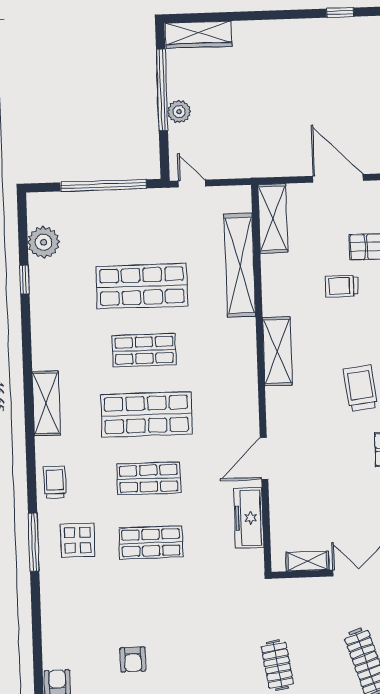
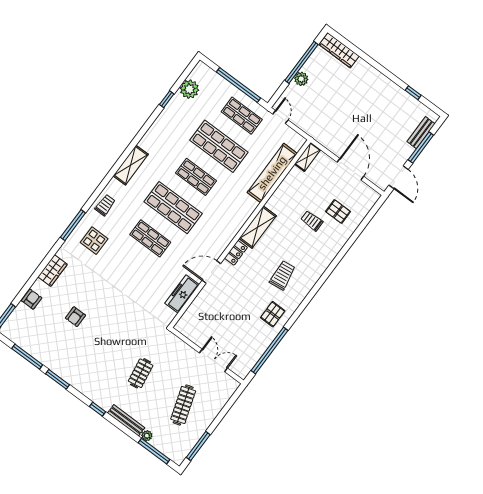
shelving: (273, 218) -> (307, 157), width x0.67, depth x0.75
locker: (276, 408) -> (236, 253), added
shop shelf: (151, 543) -> (242, 116), moved
shelving: (307, 561) -> (193, 336), removed
wardrobe: (55, 623) -> (53, 271), added

